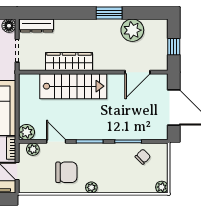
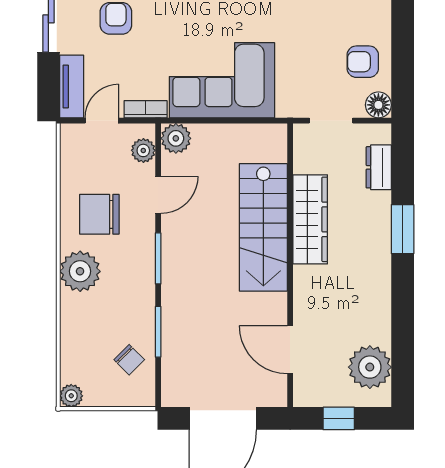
window: (109, 13) -> (403, 229), moved
dresser: (37, 26) -> (379, 167), width x0.70
plant: (132, 30) -> (370, 367), moved
chair: (66, 172) -> (99, 214), turned 90
plant: (91, 187) -> (80, 271), width x1.88, depth x1.88

